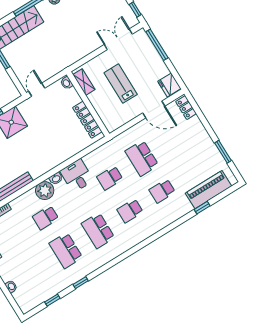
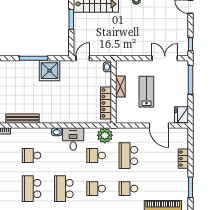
shelving: (84, 82) -> (120, 87), moved
locker: (186, 108) -> (183, 159), moved
plant: (45, 191) -> (105, 135), moved

